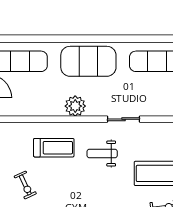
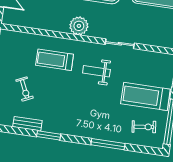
treadmill: (54, 148) -> (55, 60), turned 180

